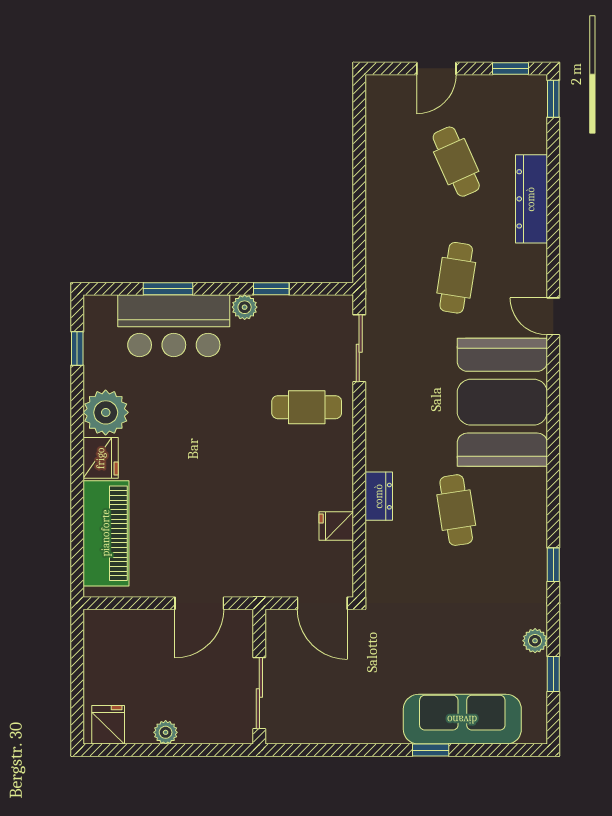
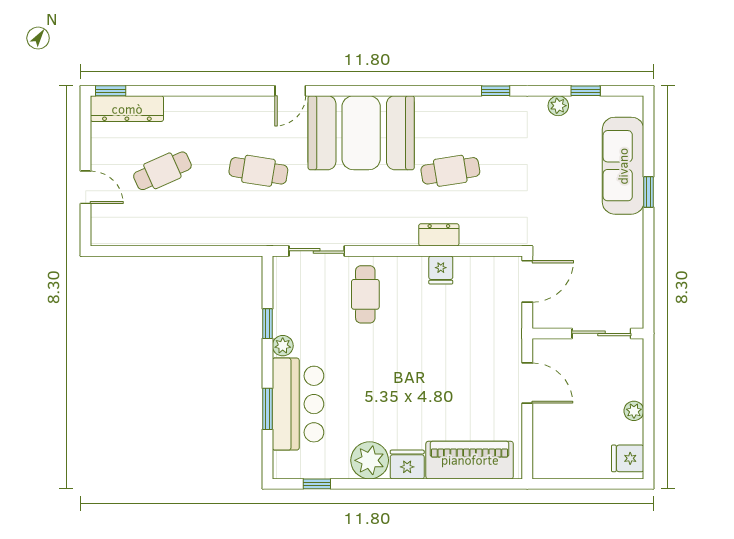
window: (511, 68) -> (86, 126), removed
dresser: (531, 199) -> (127, 109), moved
fridge: (336, 526) -> (441, 270), moved

